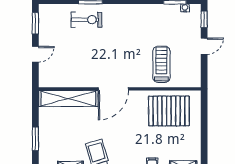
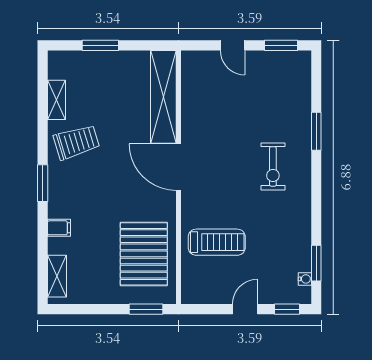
exercise bike: (86, 20) -> (273, 166), moved
door: (204, 46) -> (245, 309), swing flipped
window: (204, 110) -> (146, 309), added

